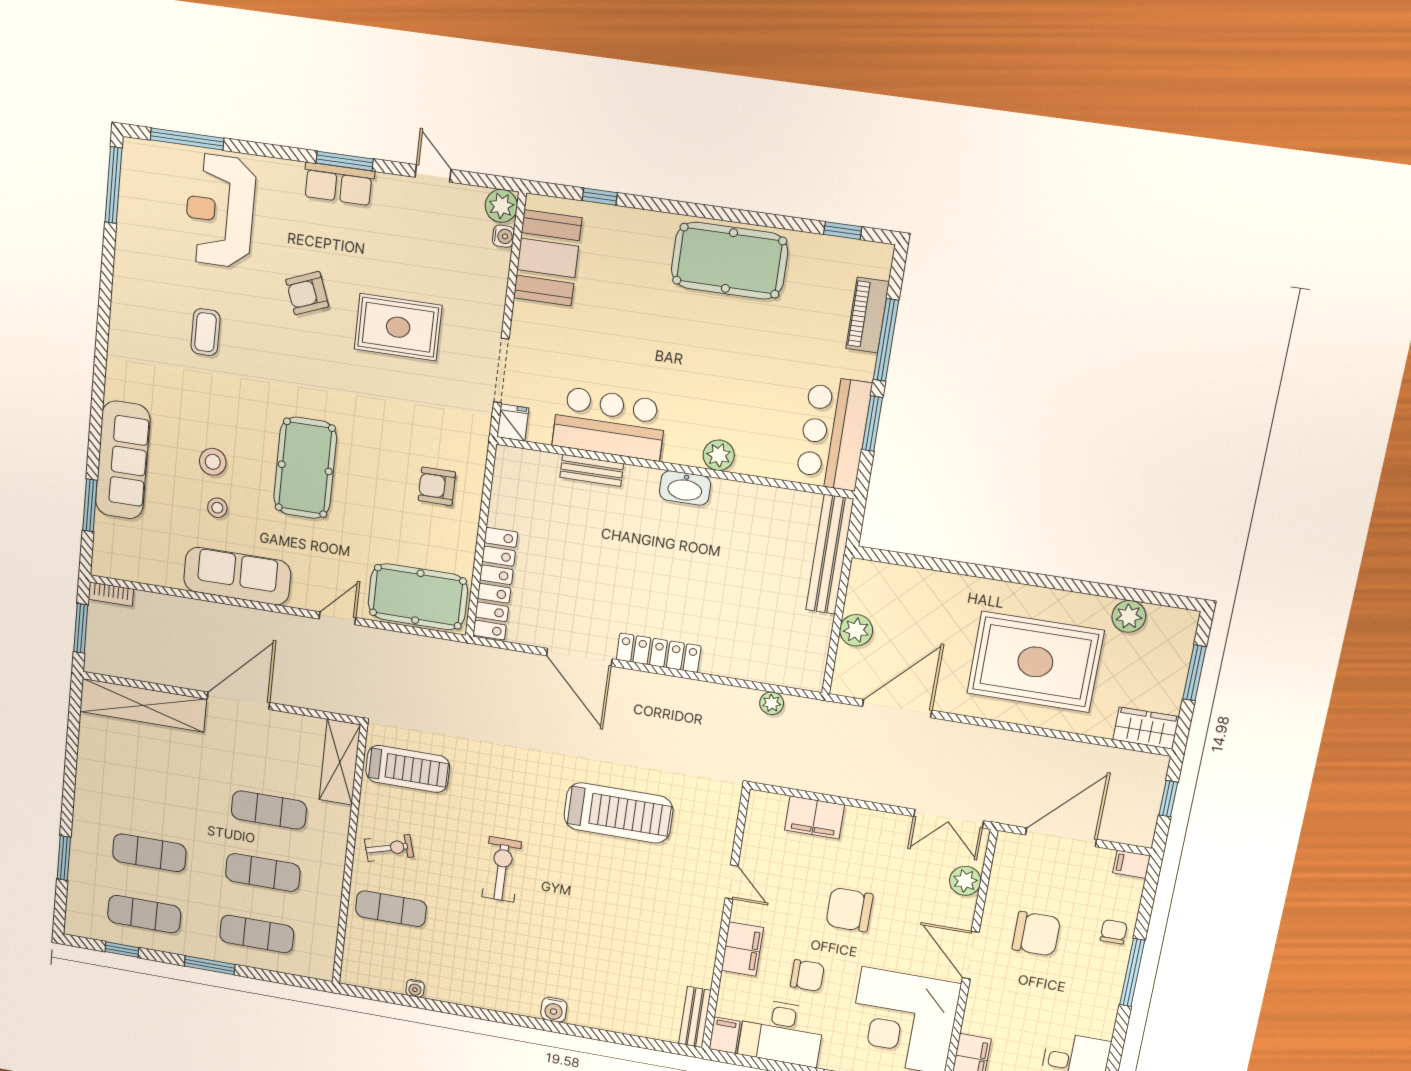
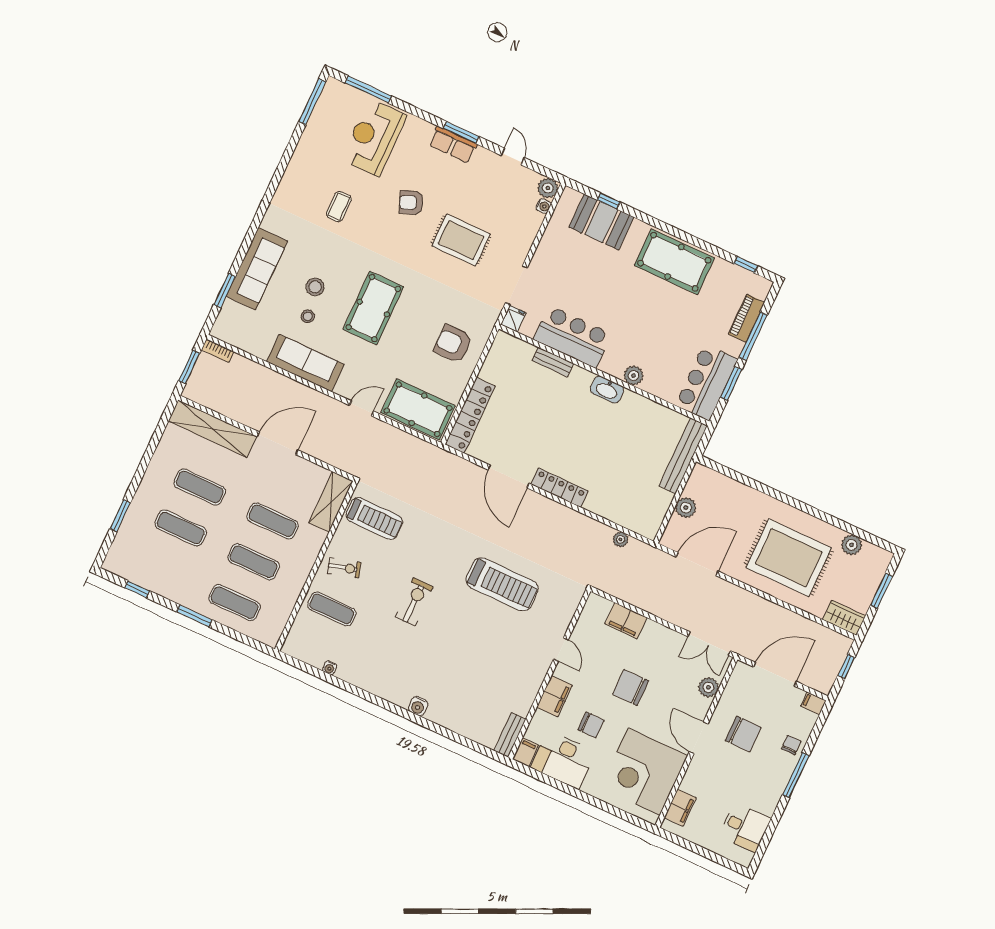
booth: (548, 258) -> (601, 222), moved, turned 90
armchair: (437, 486) -> (453, 344), width x1.38, depth x1.38
exercise mat: (144, 914) -> (200, 487), moved

